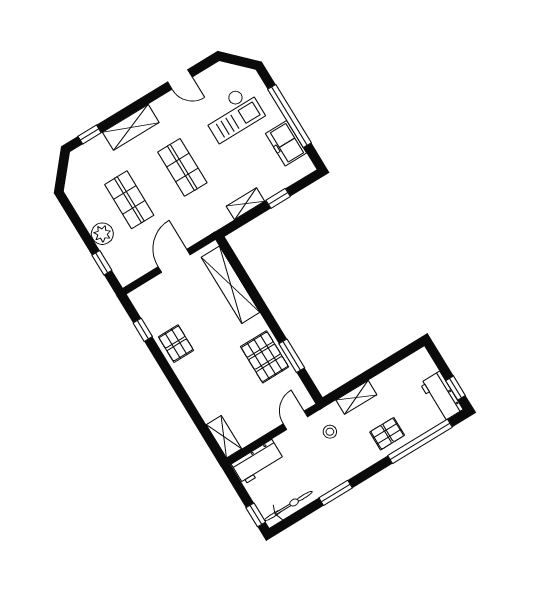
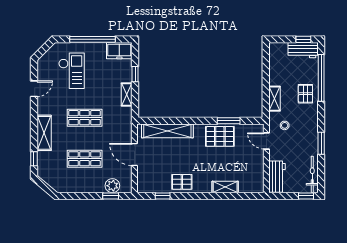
freezer: (286, 143) -> (119, 51), moved
plant: (102, 234) -> (112, 186), moved
shelving: (224, 437) -> (225, 187), moved

